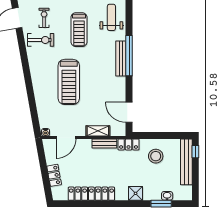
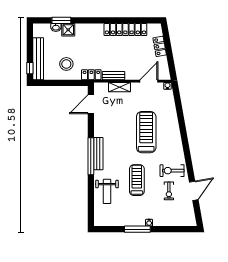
door: (129, 112) -> (91, 104), swing flipped
shower: (136, 193) -> (68, 30), moved

